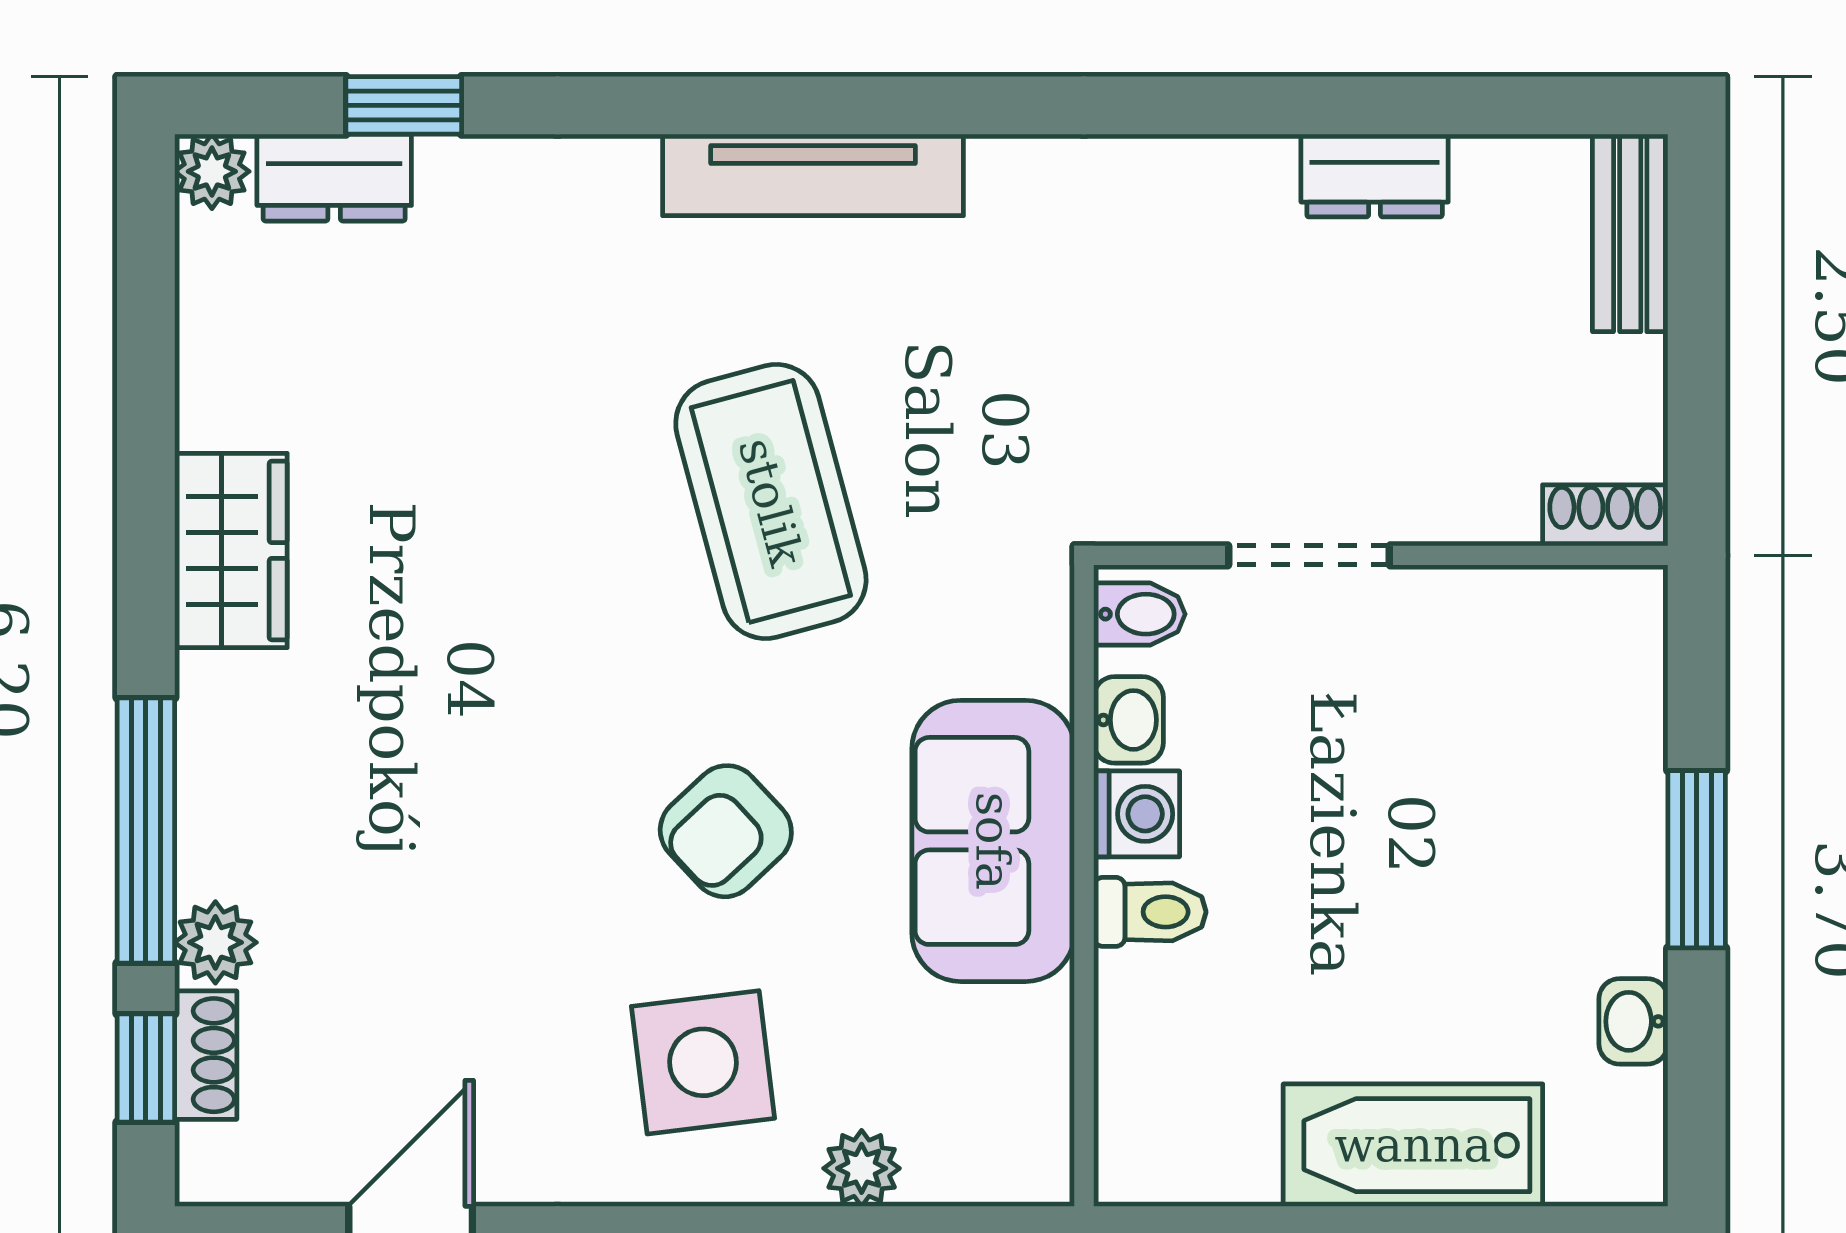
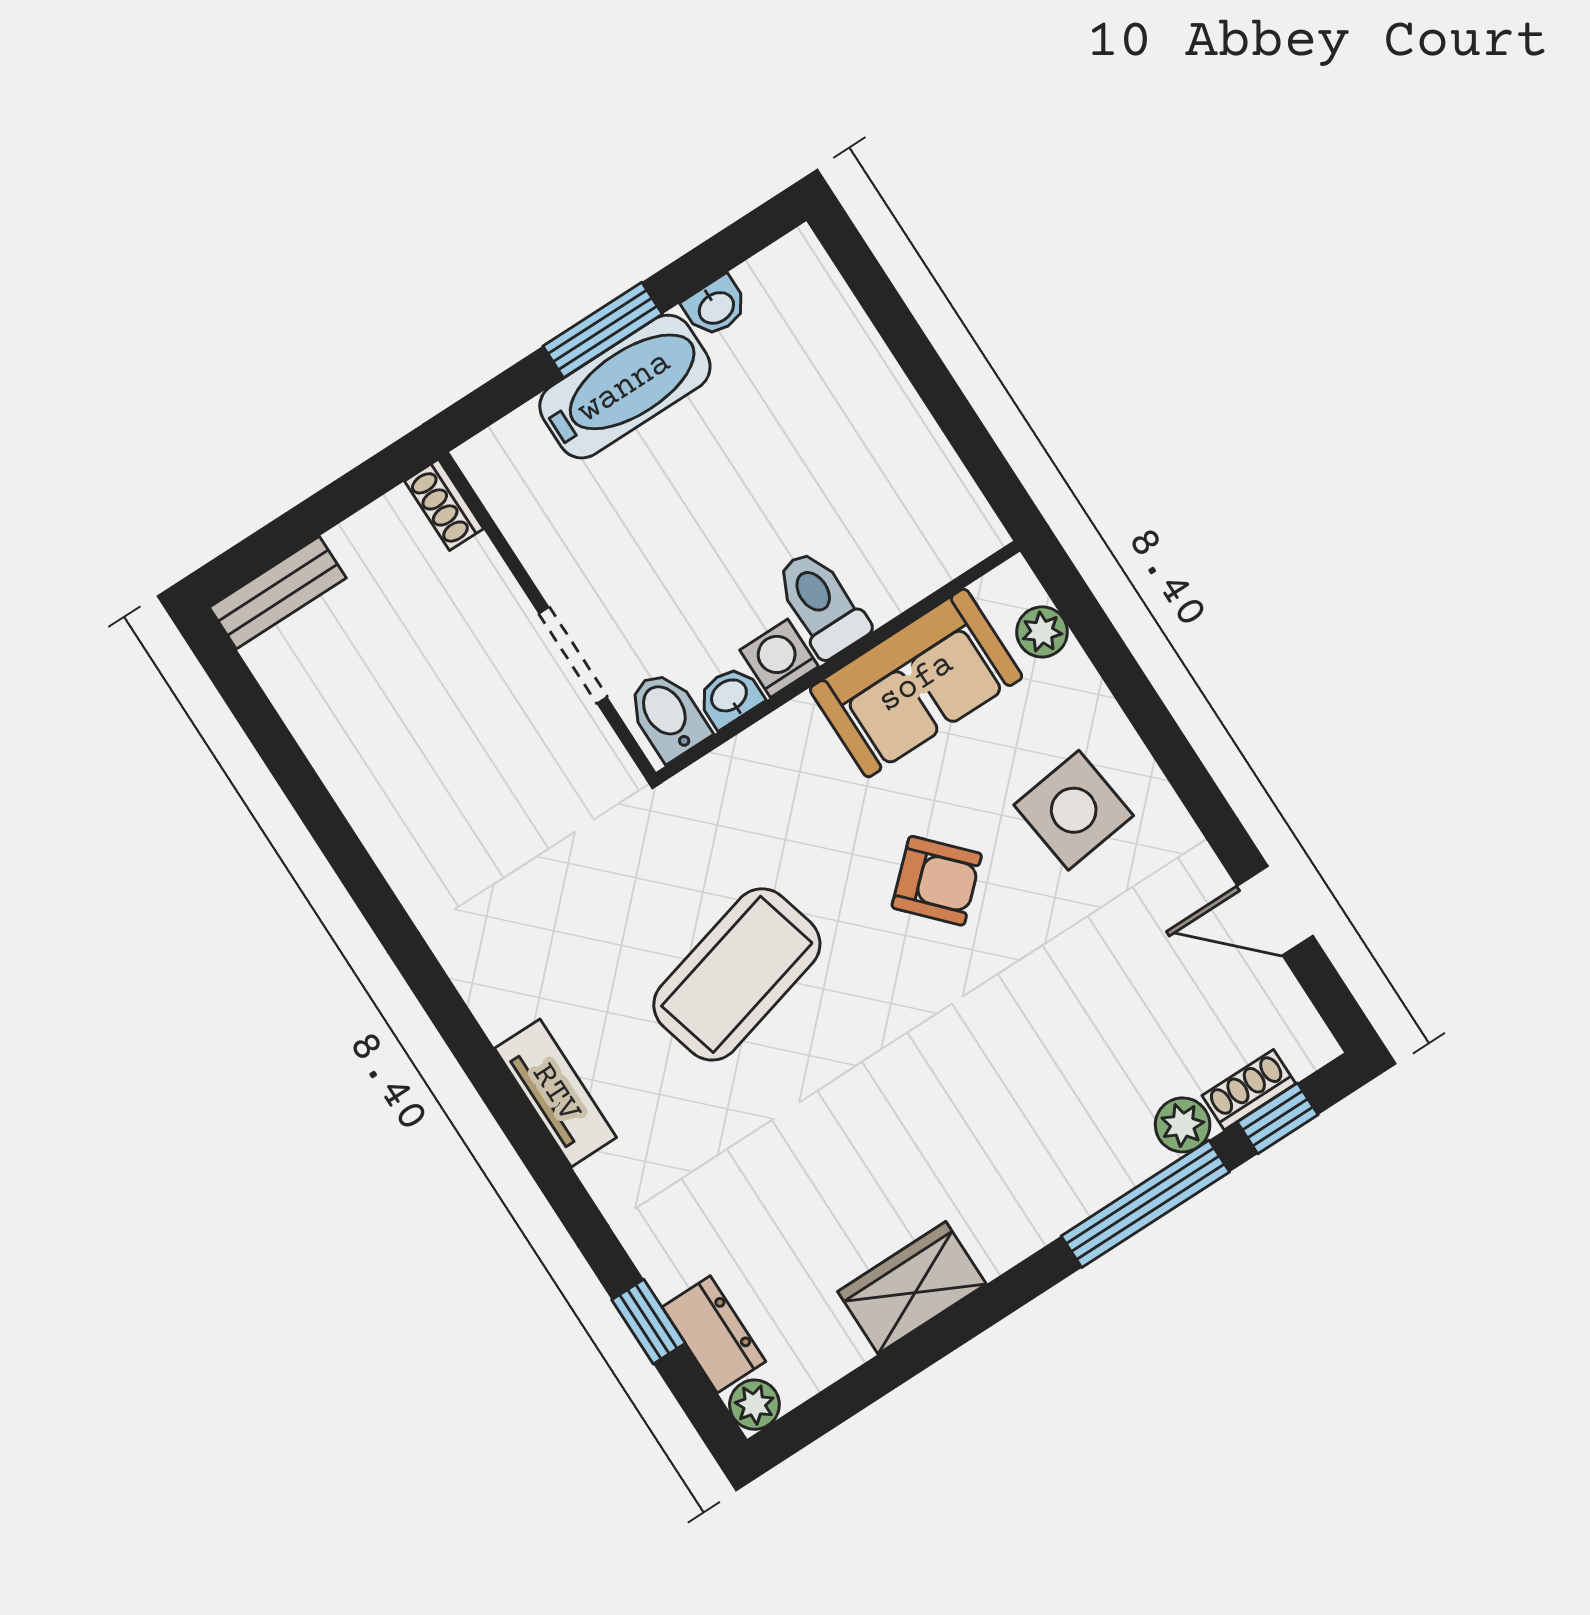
tv unit: (813, 175) -> (556, 1093), width x0.71
dresser: (1375, 176) -> (338, 756), removed
wardrobe: (231, 550) -> (912, 1288), moved
bidet: (1139, 614) -> (668, 715), width x1.38, depth x1.36
sofa: (993, 841) -> (916, 683), moved
toilet: (1150, 912) -> (821, 603), width x1.37, depth x1.39
bathtub: (1413, 1145) -> (625, 387), moved, turned -90
plant: (862, 1168) -> (1042, 632), moved

